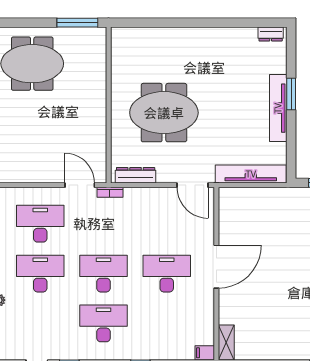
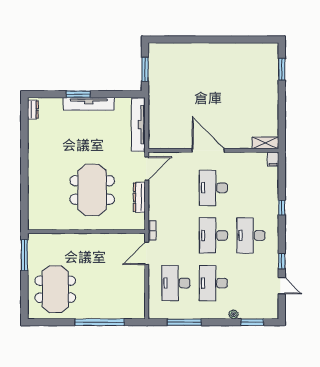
dresser: (136, 175) -> (139, 197), moved

